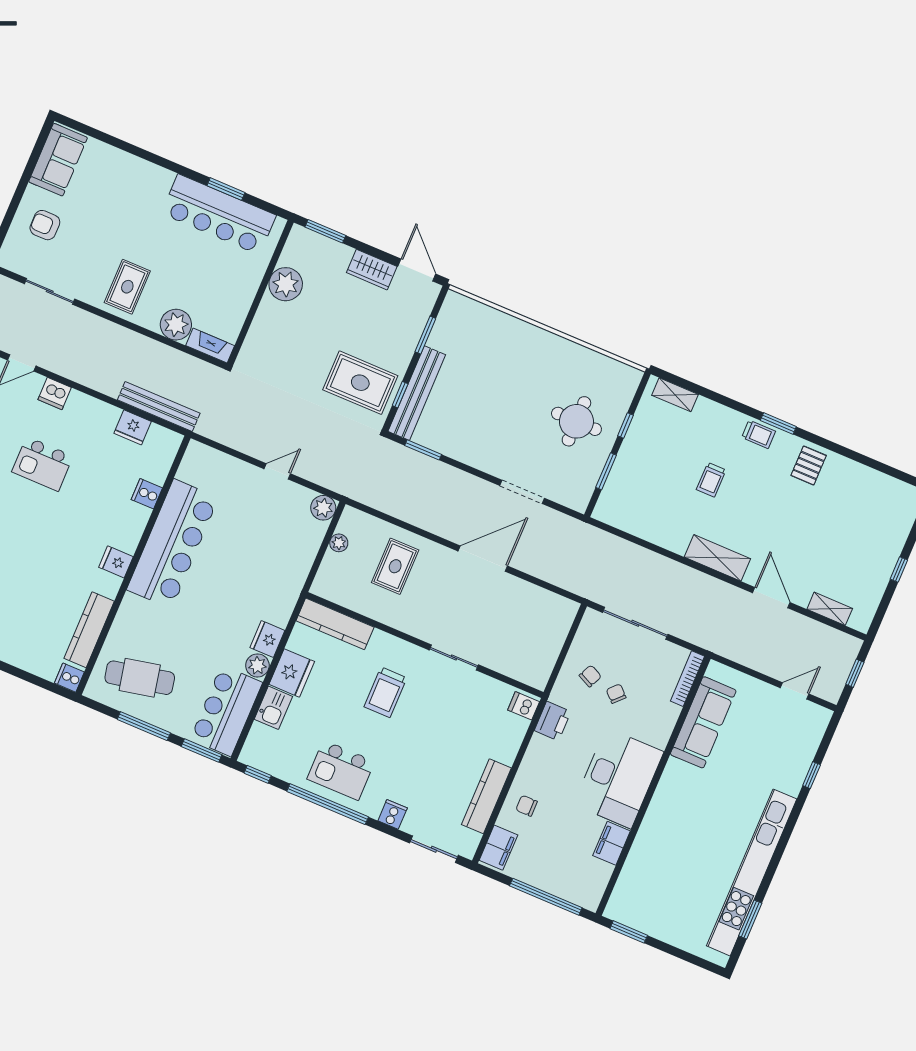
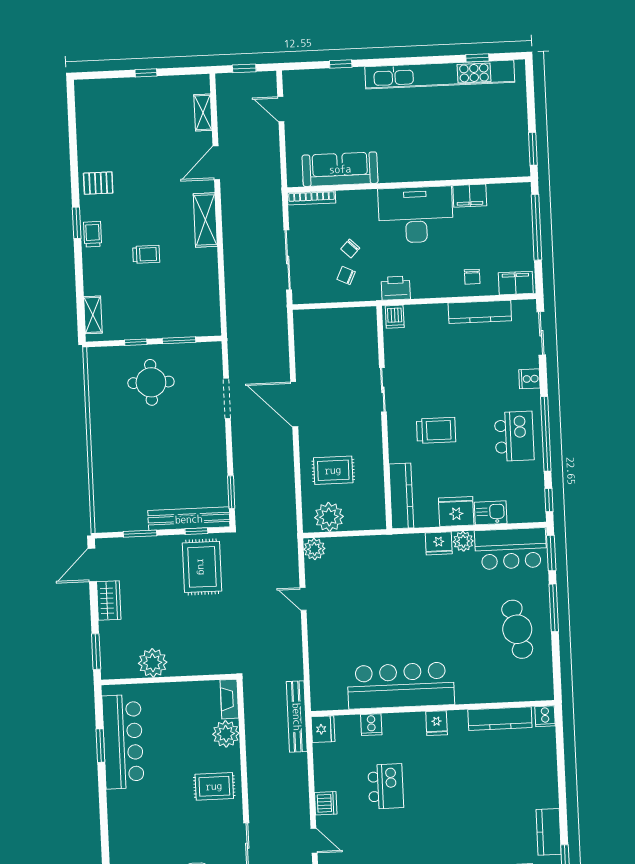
cooker: (147, 494) -> (371, 725), moved
plant: (339, 543) -> (329, 517), width x1.87, depth x1.87
bar counter: (173, 544) -> (401, 685), moved
fridge: (116, 562) -> (437, 723), moved
wall: (133, 565) -> (433, 708), moved
kitchen counter: (89, 630) -> (500, 719), moved
cooker: (69, 678) -> (545, 716), moved
window: (750, 920) -> (477, 58), width x0.67

